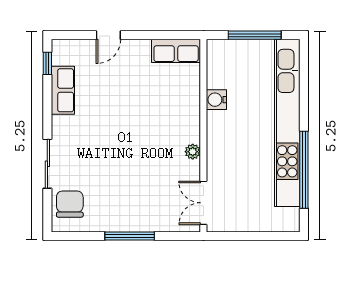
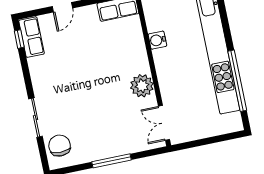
row of seats: (63, 90) -> (31, 37), moved
plant: (193, 152) -> (142, 86), width x1.87, depth x1.87

